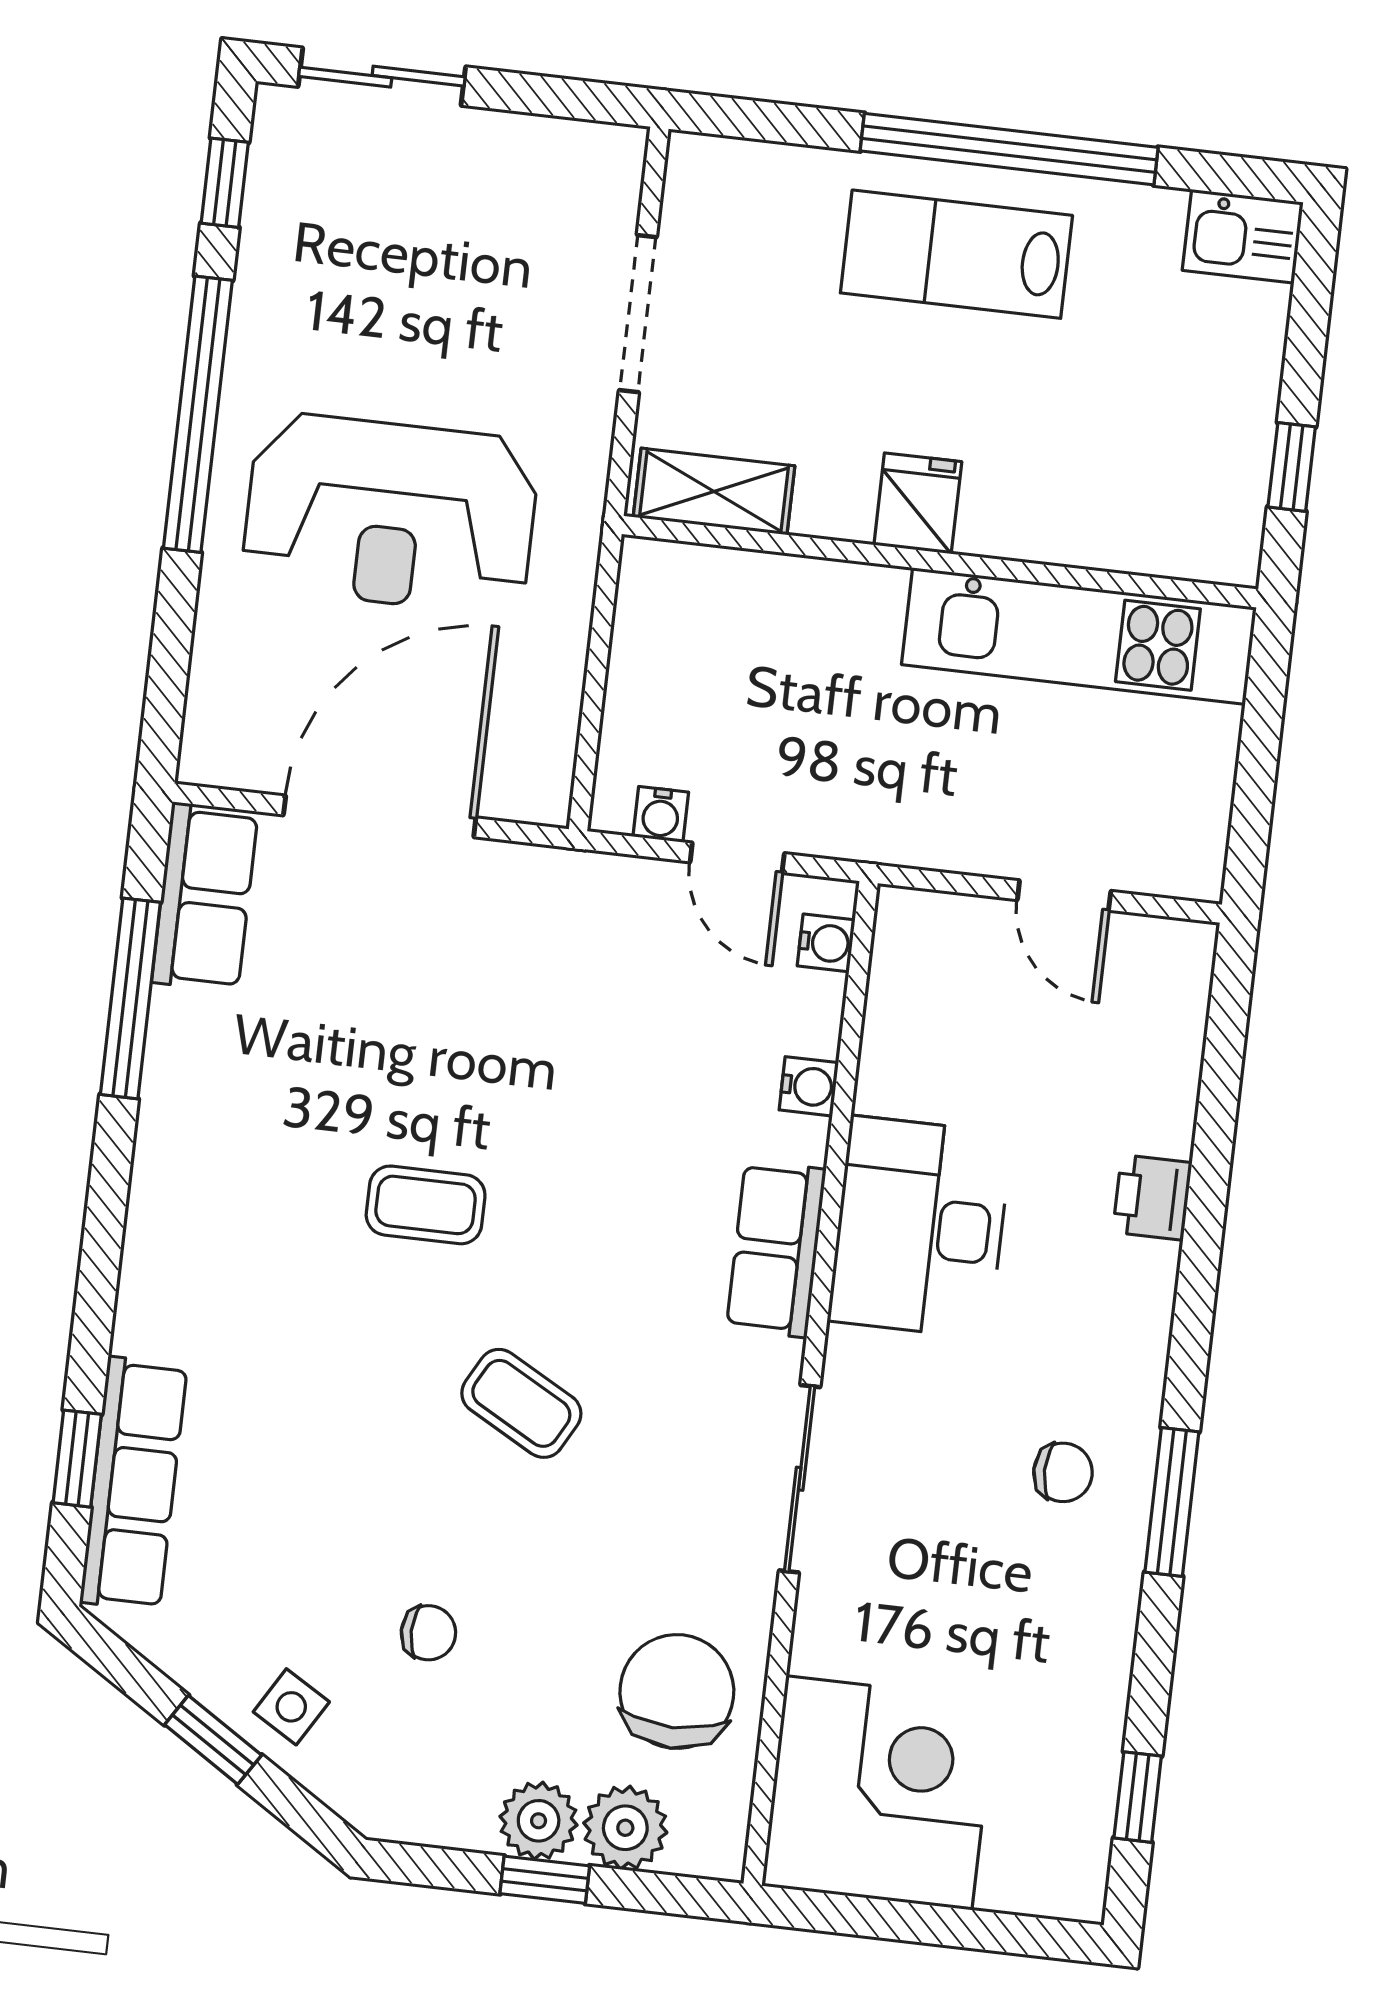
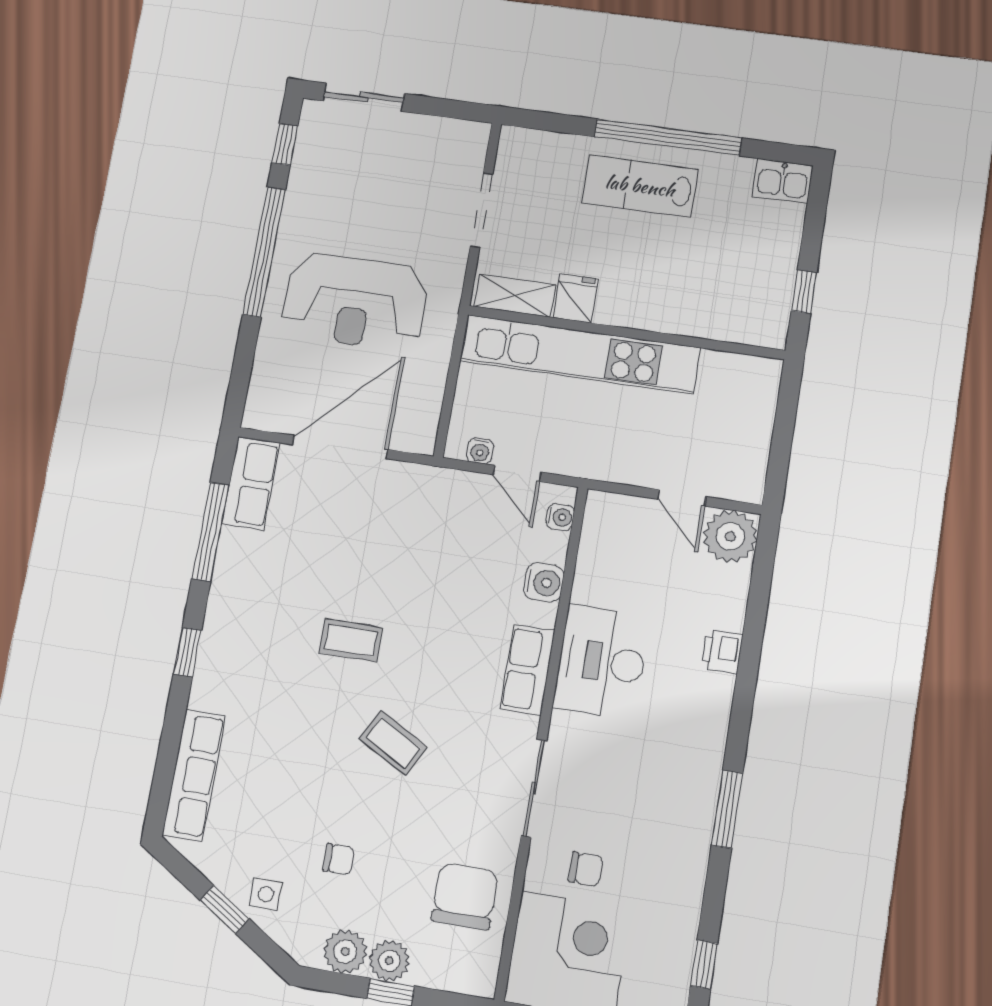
fridge: (918, 503) -> (576, 298), moved
kitchen unit: (1079, 636) -> (580, 354), moved, width x1.36
plant: (1161, 969) -> (730, 536), added
water cooler: (809, 1086) -> (544, 582), width x1.38, depth x1.38
window: (77, 1459) -> (187, 652), moved
chair: (1063, 1472) -> (586, 869), moved
side table: (291, 1707) -> (266, 894), turned -31
plant: (625, 1828) -> (345, 951), moved

